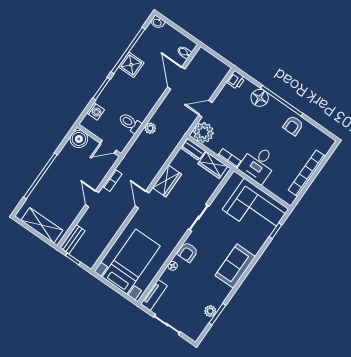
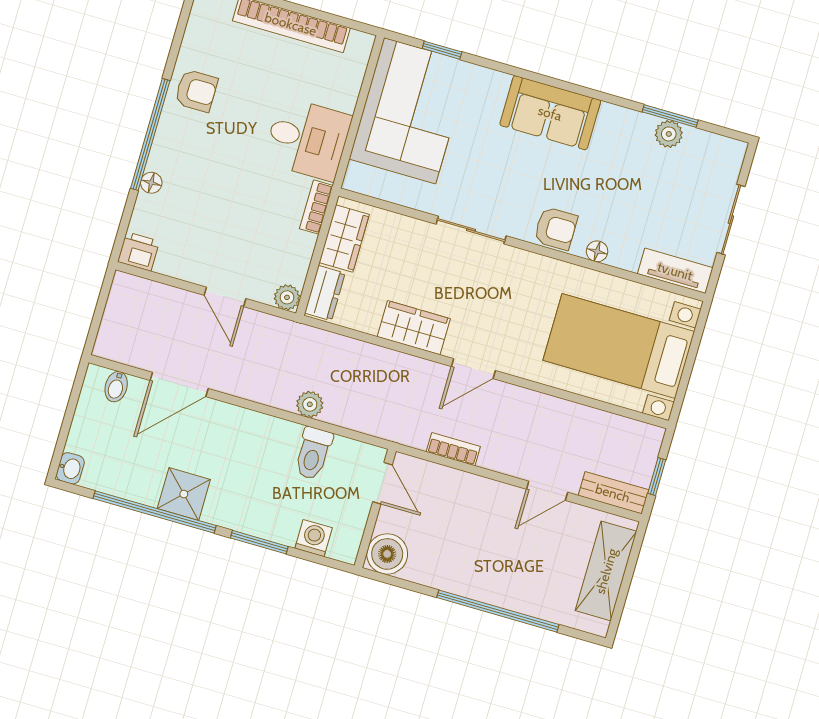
floor lamp: (260, 98) -> (151, 183), width x0.53, depth x0.53
plant: (203, 133) -> (287, 297), width x0.53, depth x0.53
door: (92, 199) -> (547, 491), moved

